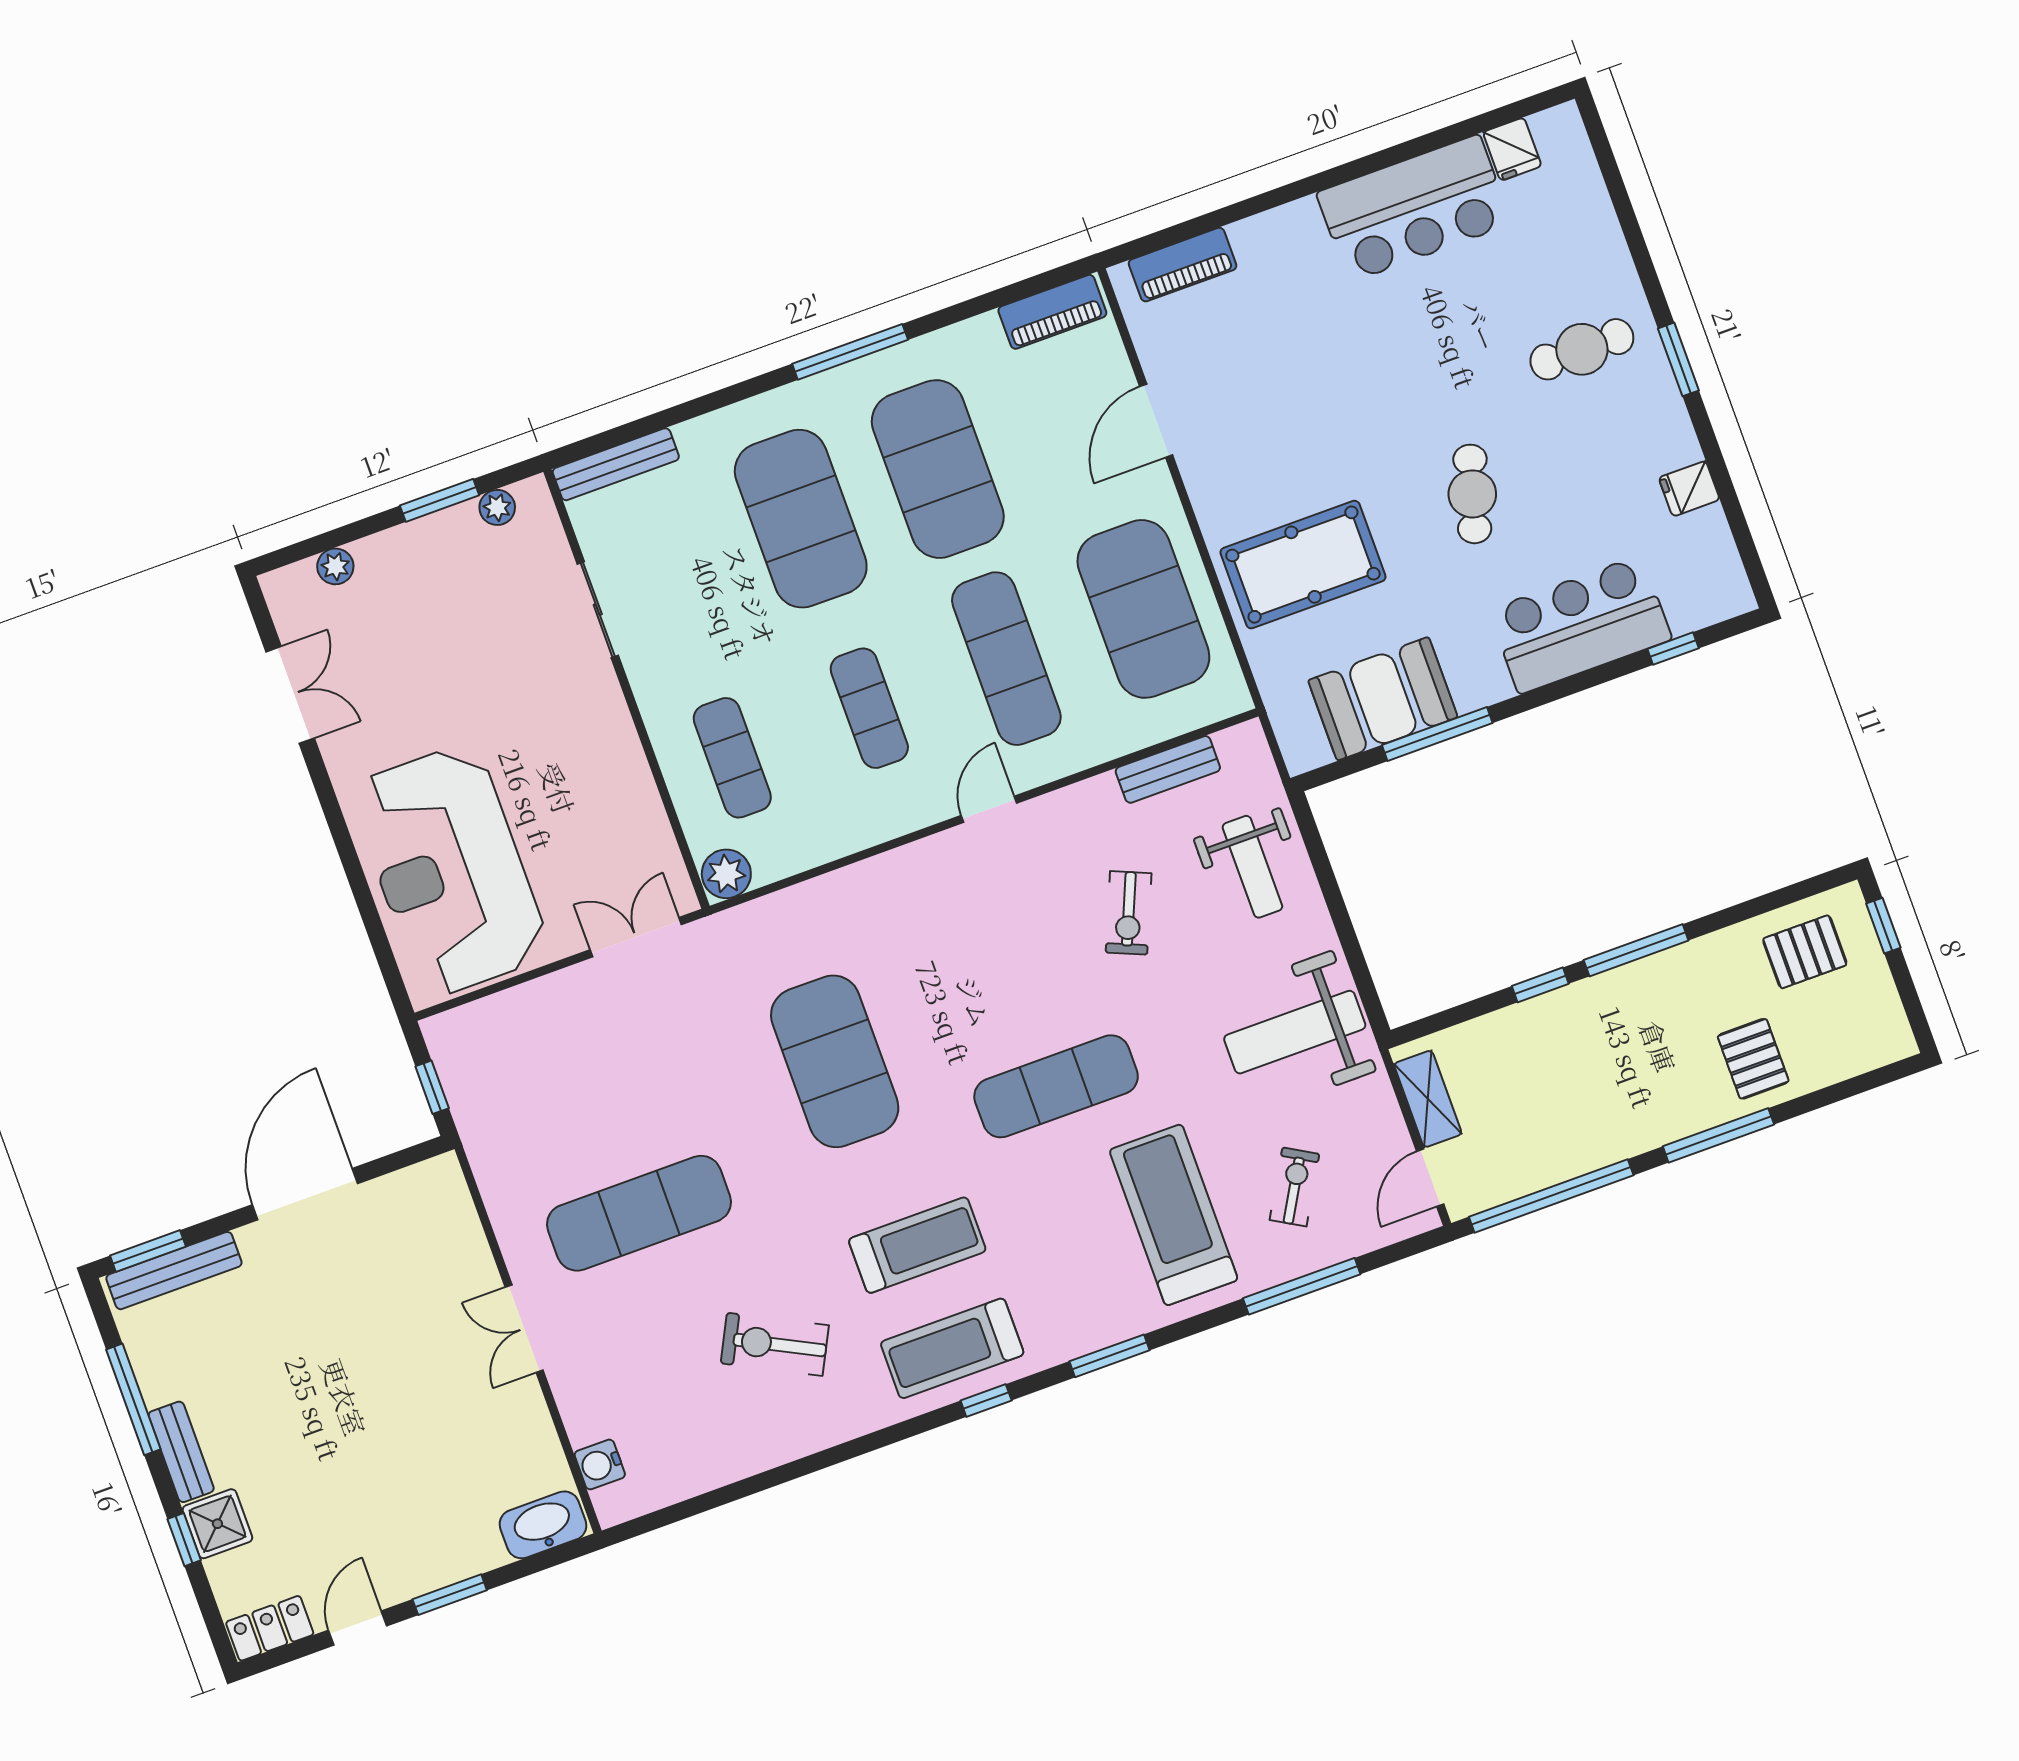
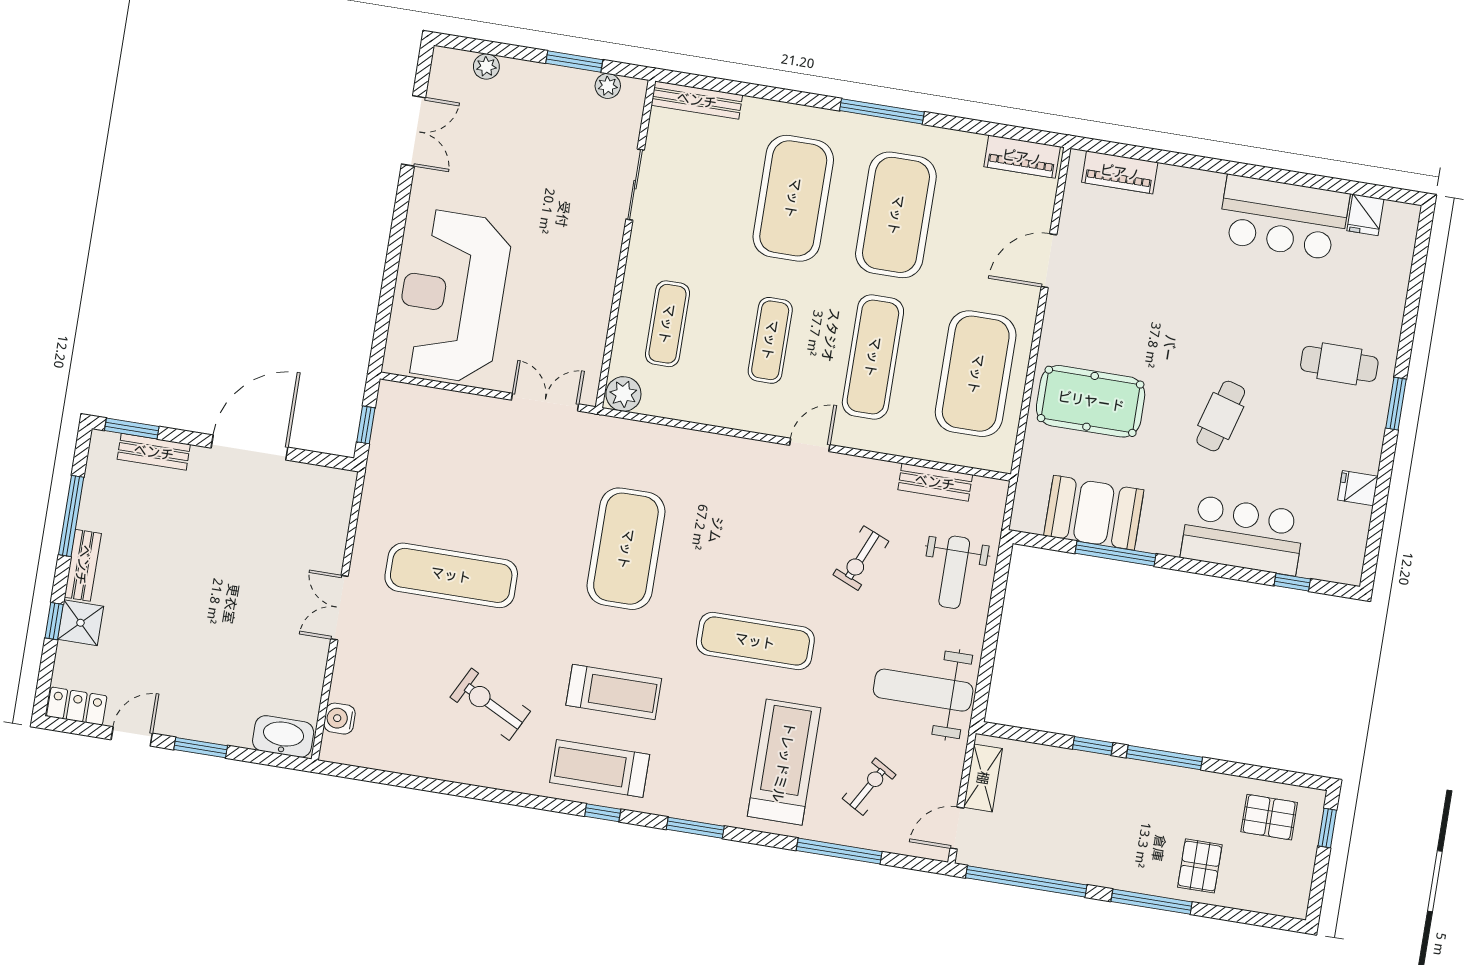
bench: (174, 1271) -> (154, 452), width x0.73

